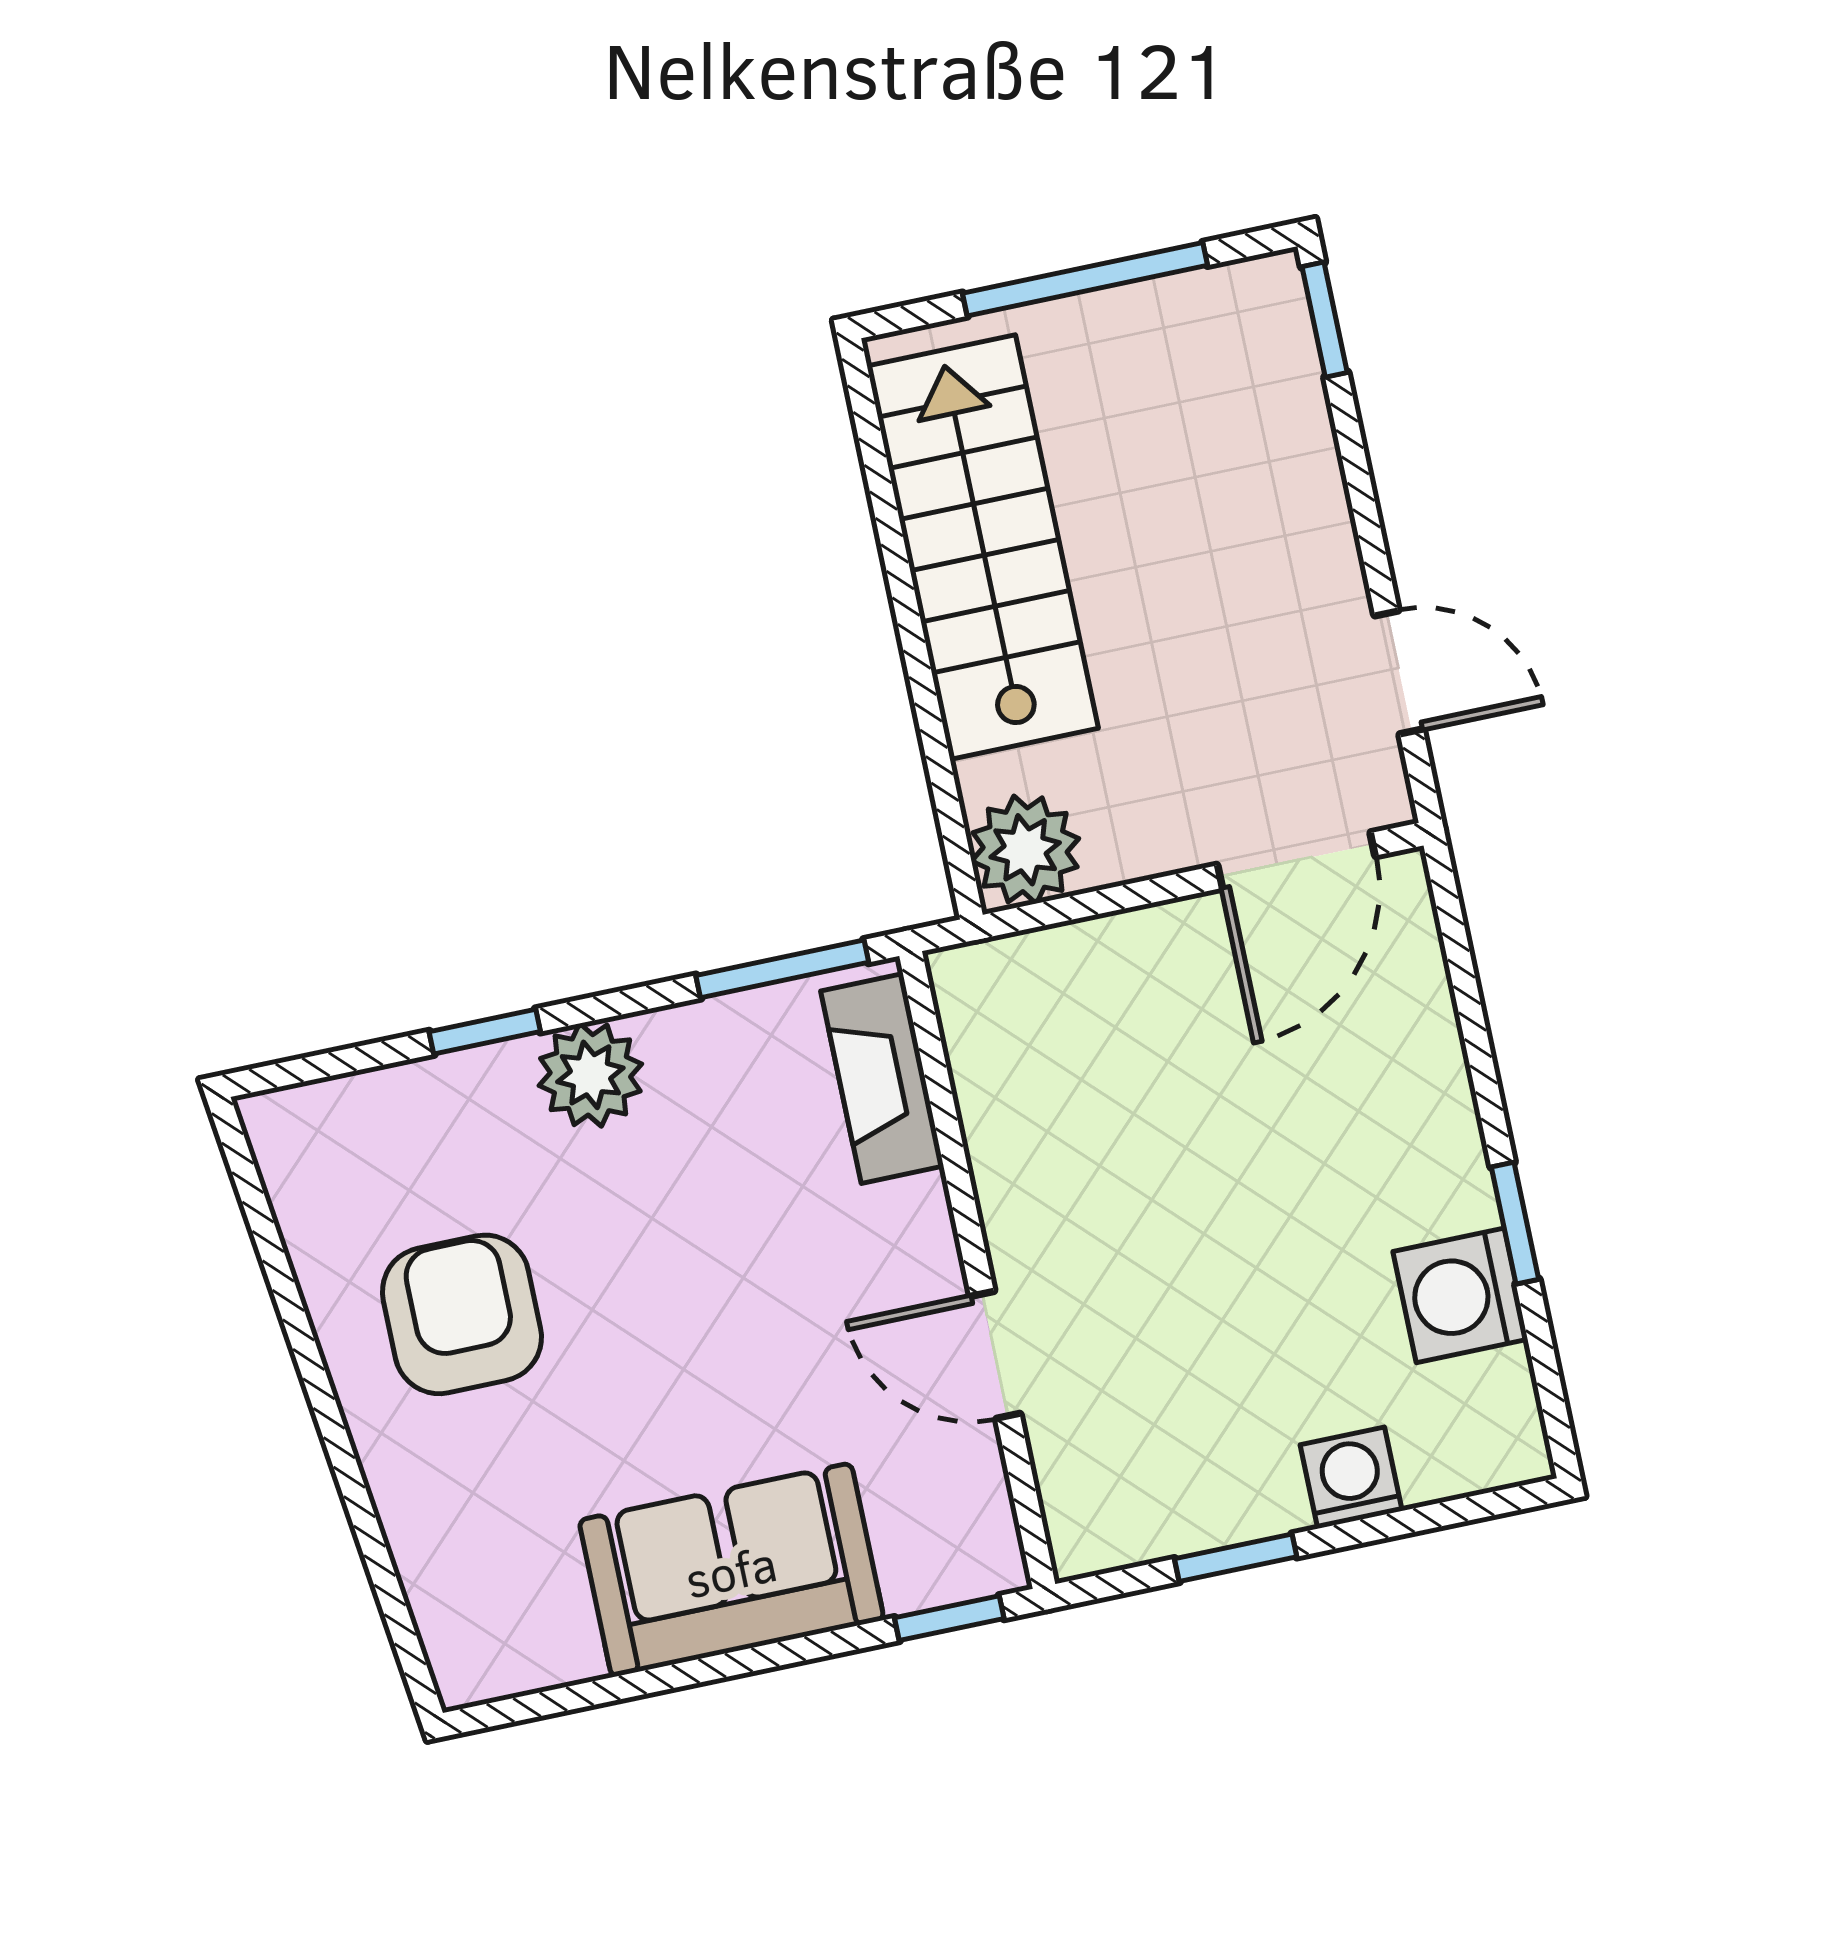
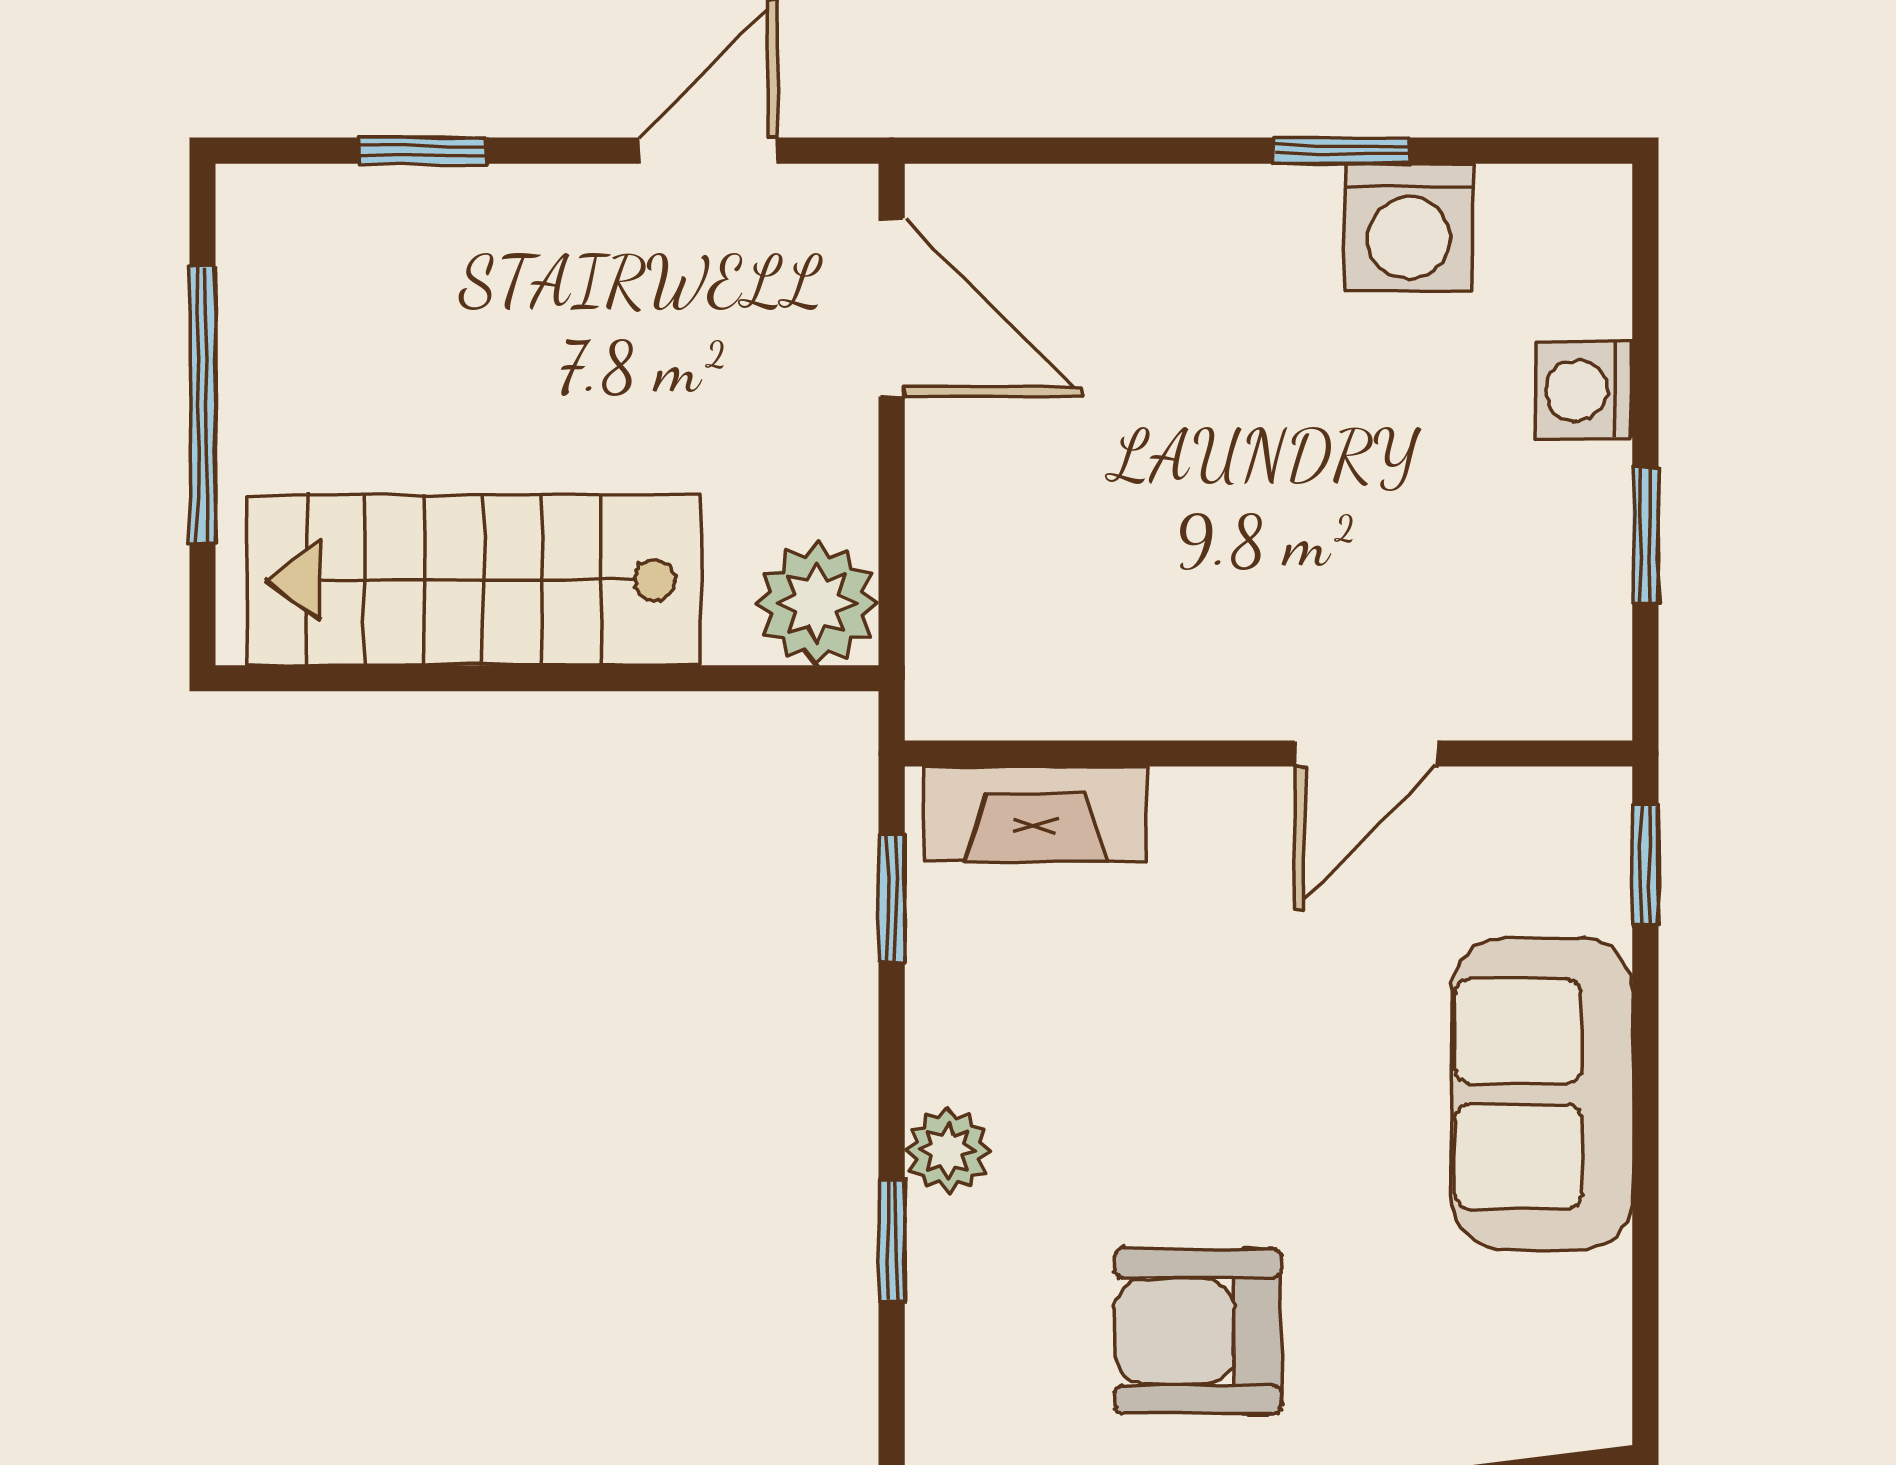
window: (1325, 320) -> (423, 151), moved
window: (782, 969) -> (892, 899), width x0.67
plant: (590, 1075) -> (948, 1150), width x0.73, depth x0.73

